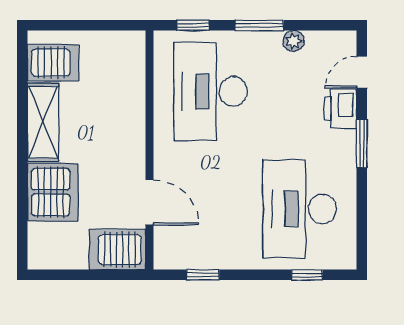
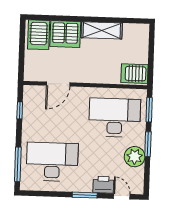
window: (193, 25) -> (149, 110), width x1.50
plant: (294, 41) -> (135, 157), width x1.87, depth x1.87
server rack: (53, 63) -> (134, 74), moved, turned 90
server rack: (117, 249) -> (39, 35), moved, turned 180
window: (307, 275) -> (18, 164), width x2.17

